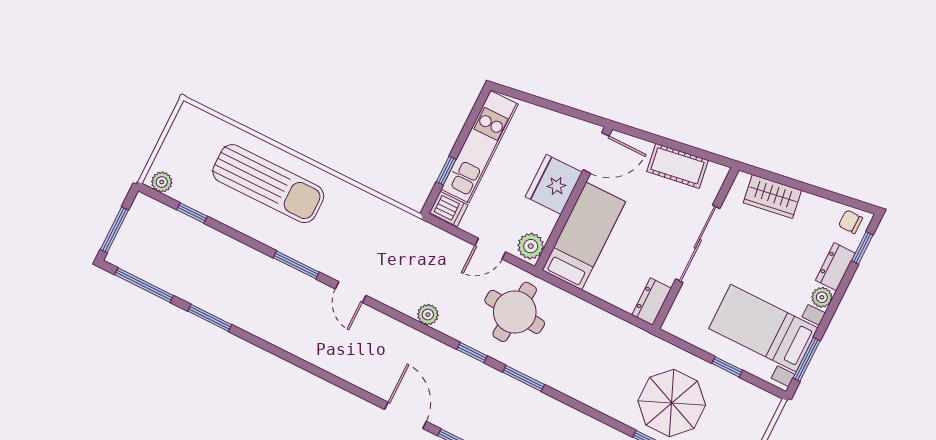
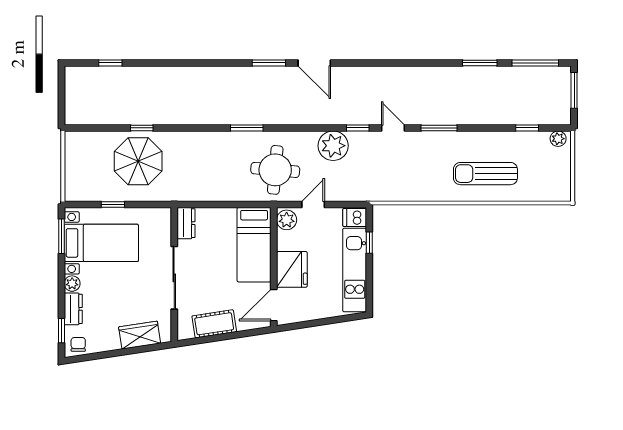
sun lounger: (268, 184) -> (485, 174), width x0.73, depth x0.75
chair: (850, 222) -> (78, 344), turned -90
plant: (428, 315) -> (333, 146), width x1.87, depth x1.87
window: (472, 353) -> (358, 128), moved

